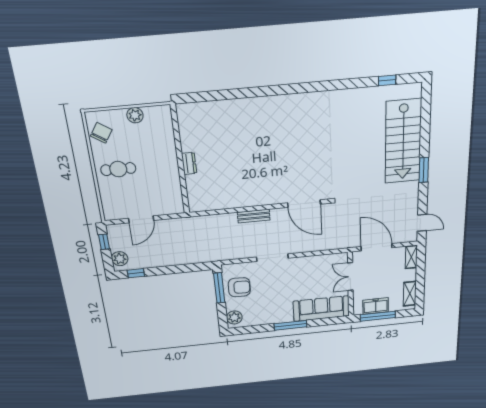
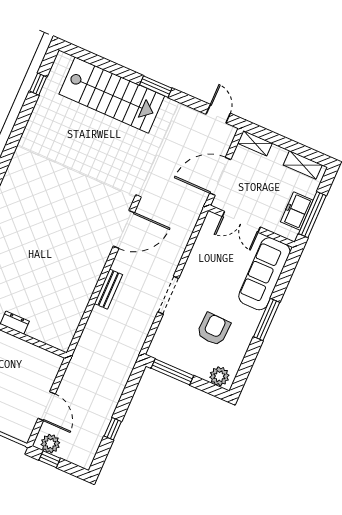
door: (422, 223) -> (218, 114), hinge flipped
plant: (120, 259) -> (50, 444), moved
window: (136, 273) -> (113, 429), moved
armchair: (239, 287) -> (214, 329), moved

